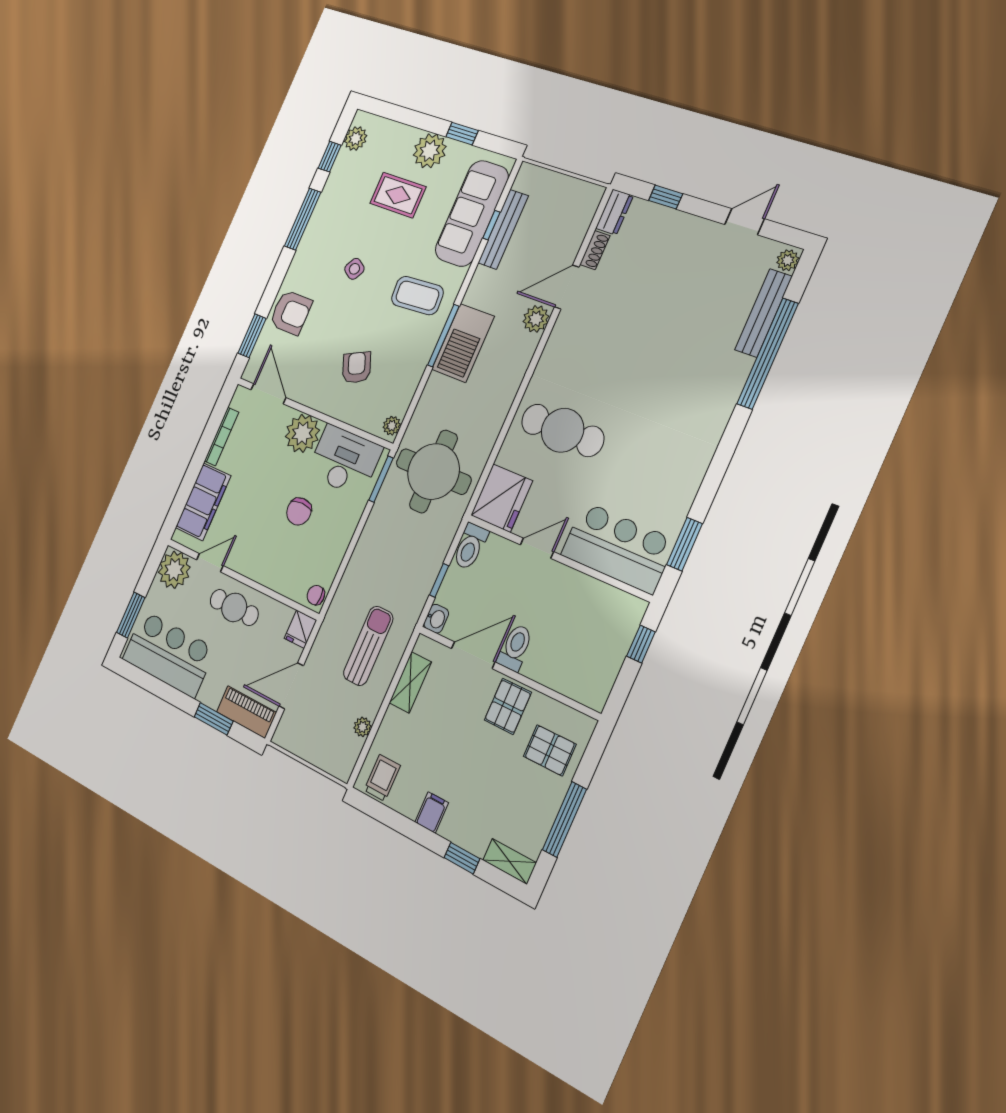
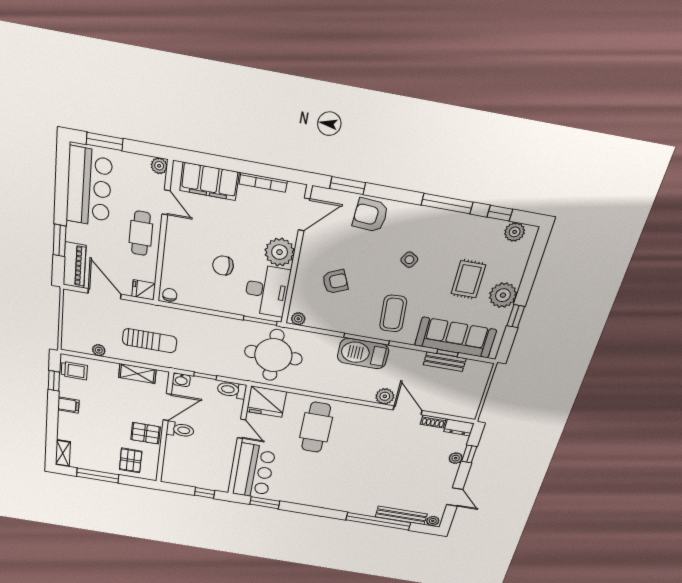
plant: (669, 218) -> (456, 458), added
bench: (503, 229) -> (445, 362), width x0.73
armchair: (291, 312) -> (370, 215), turned 94
plant: (174, 570) -> (159, 166), width x0.53, depth x0.53
door: (473, 655) -> (167, 407), hinge flipped
window: (462, 858) -> (54, 381), moved

